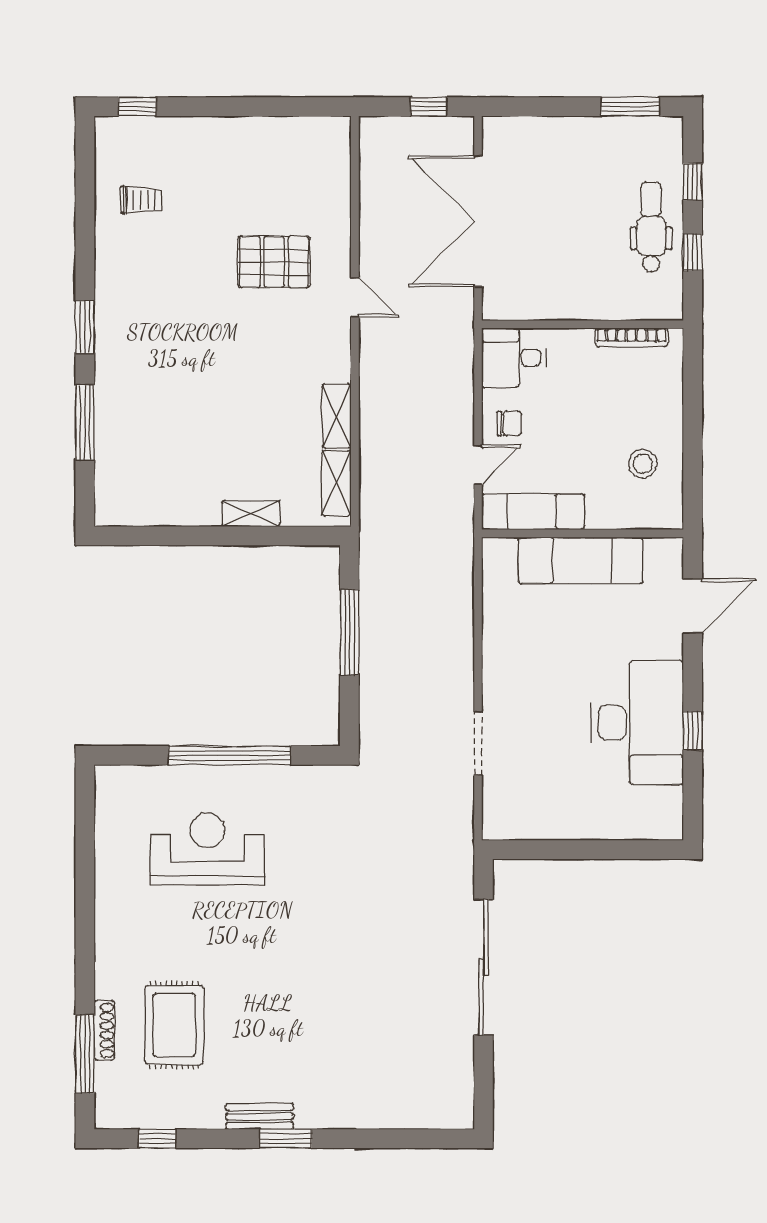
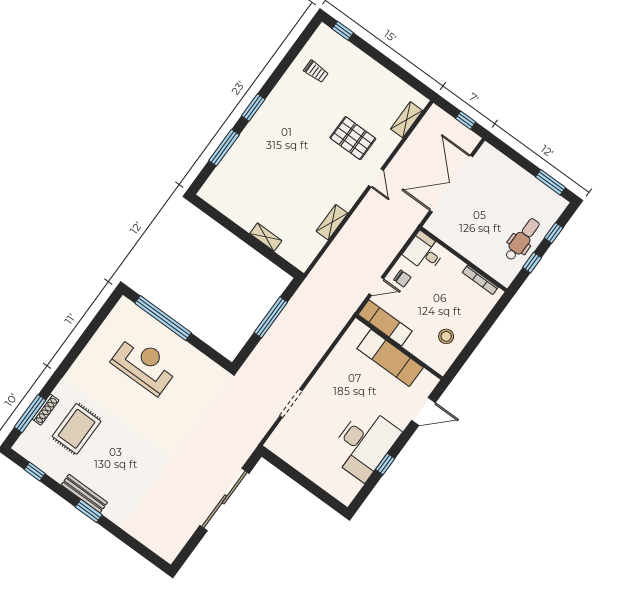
shelving: (337, 483) -> (407, 120), moved
window: (230, 755) -> (163, 318), moved
bench: (260, 1117) -> (84, 494), width x1.36

